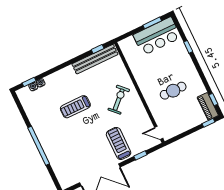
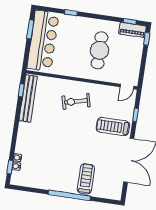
bar counter: (157, 36) -> (43, 41), width x1.36
cafe table: (173, 91) -> (99, 50), width x1.37, depth x1.35
exercise bike: (119, 100) -> (76, 101), turned -60
treadmill: (75, 107) -> (86, 179), moved, turned 180

